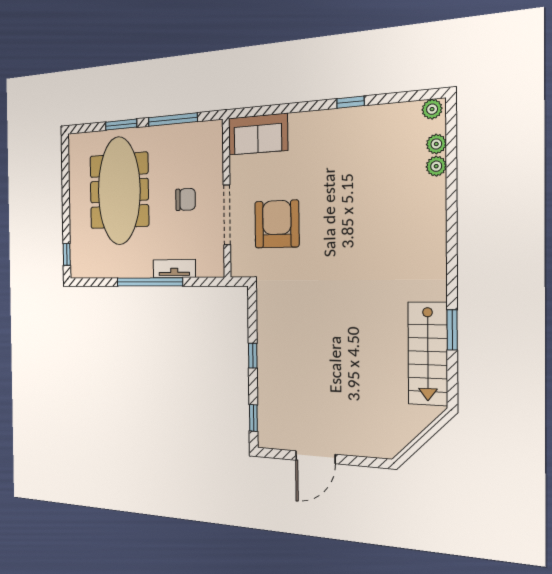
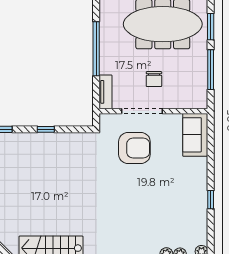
tv unit: (174, 269) -> (105, 92), moved

